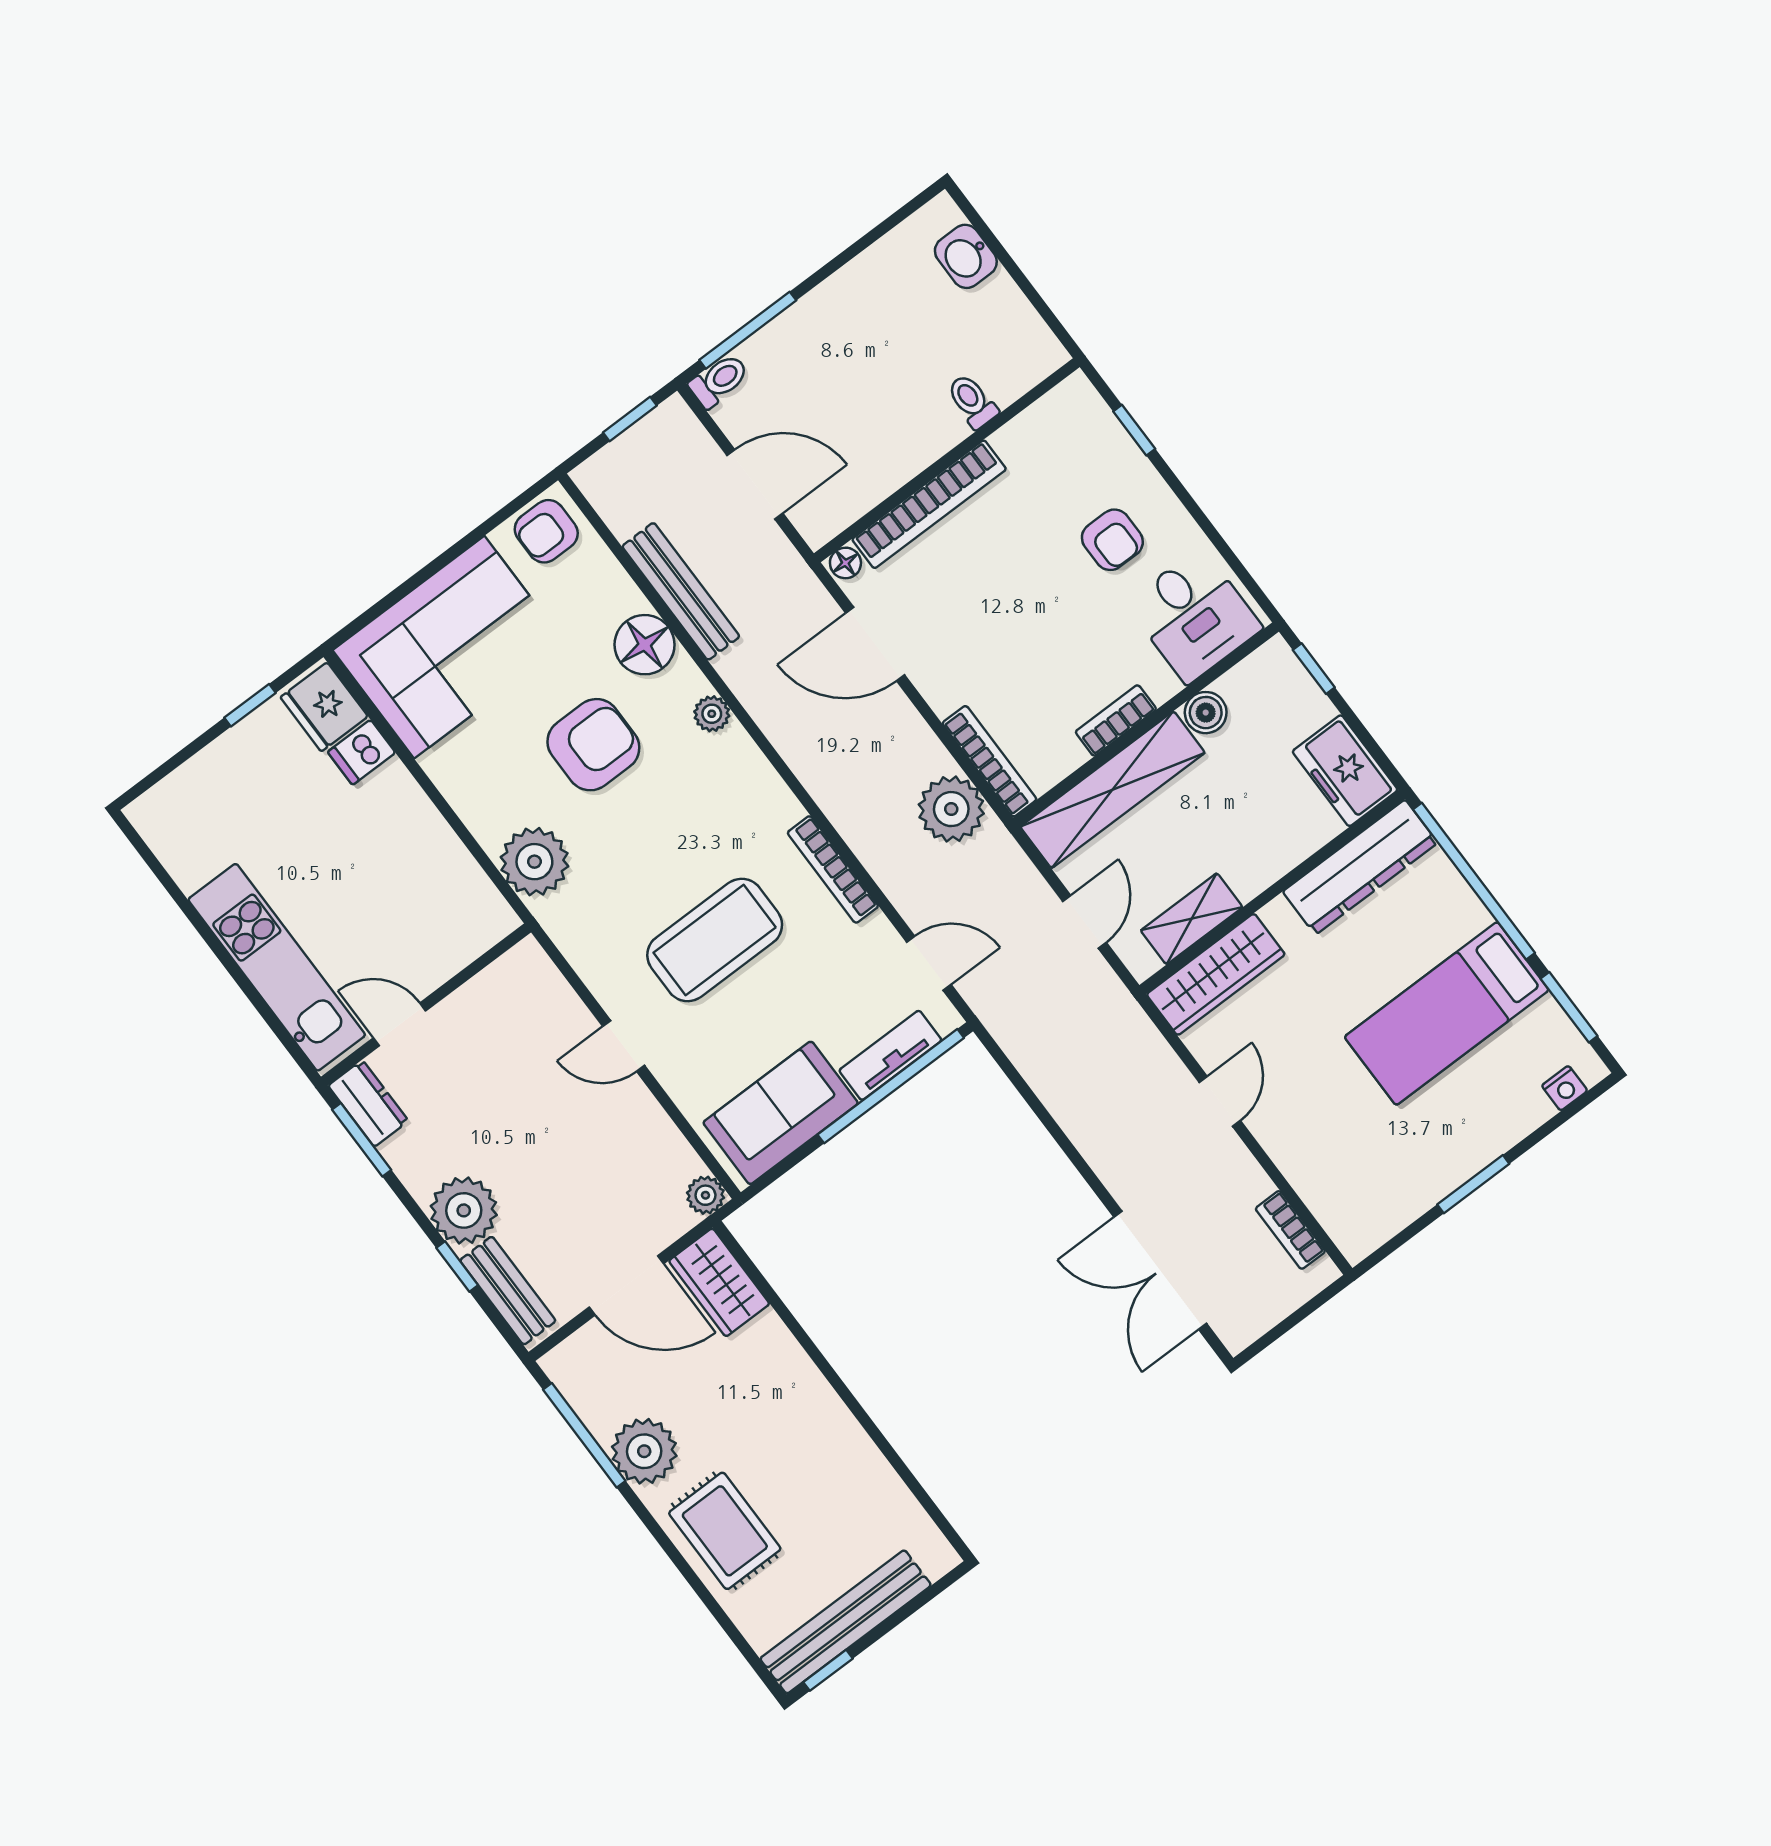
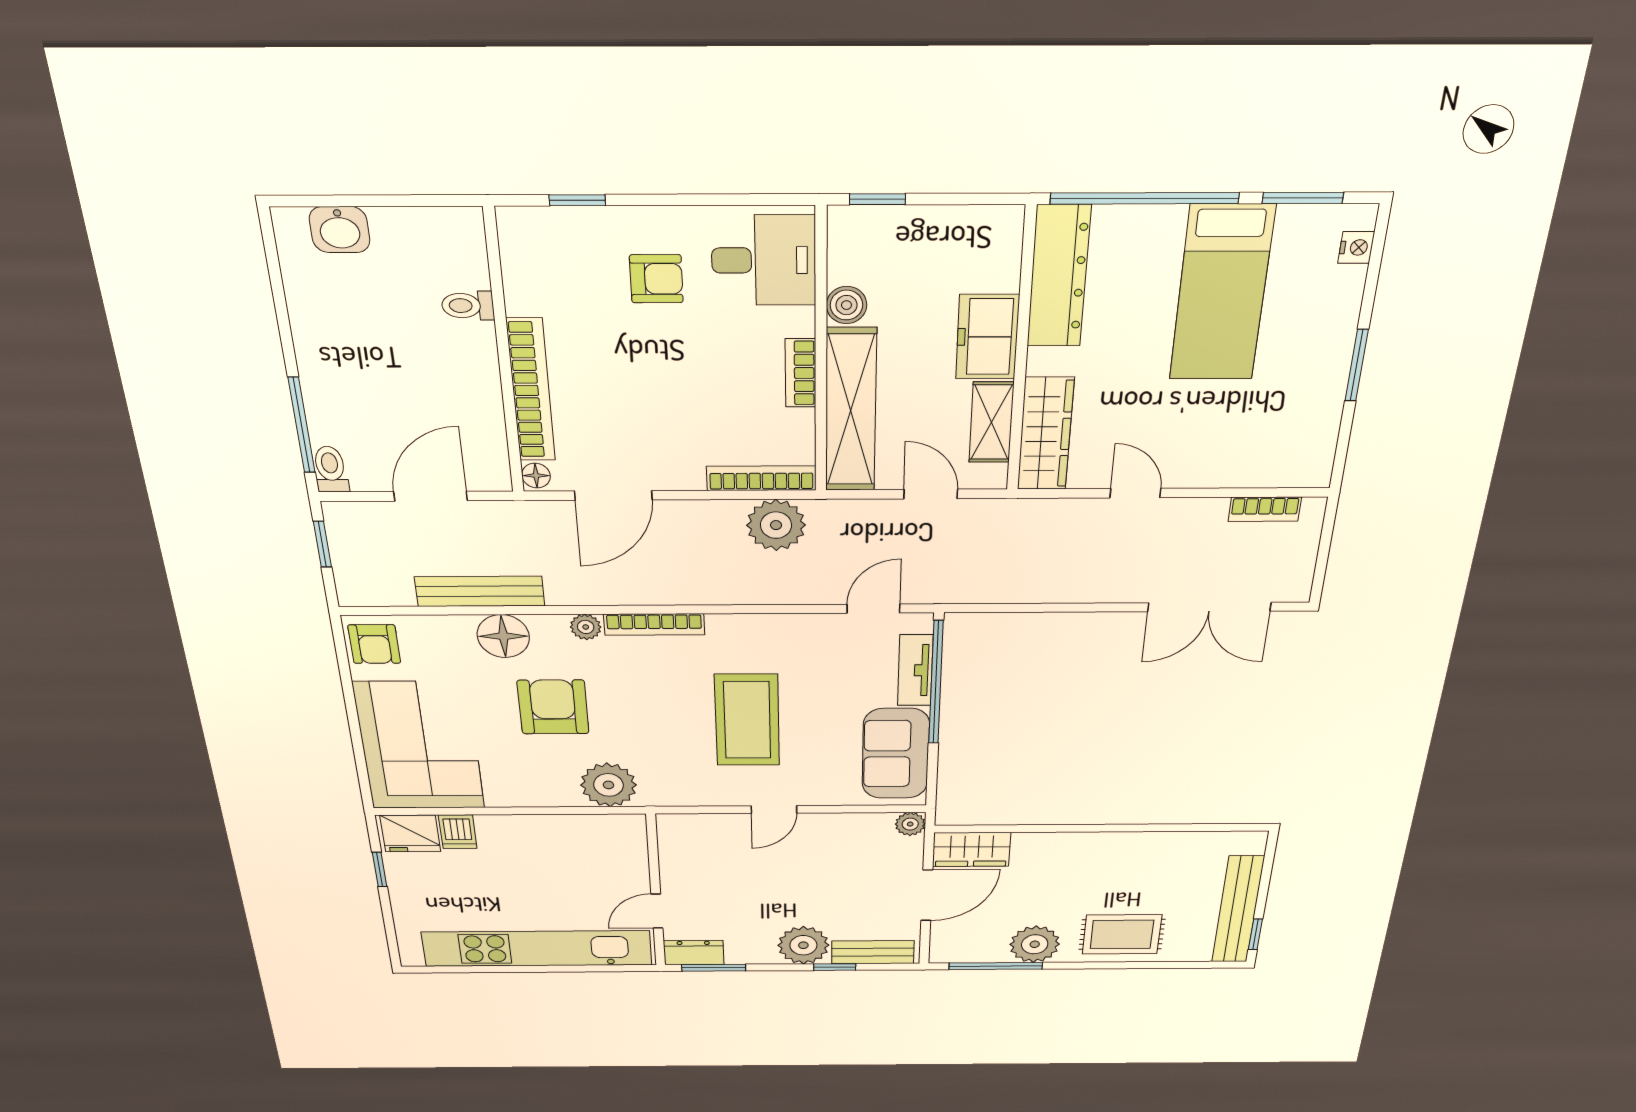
freezer: (1345, 771) -> (987, 337), moved, turned 90
bookcase: (833, 869) -> (654, 624), moved
kitchen unit: (277, 967) -> (537, 949), width x1.36

